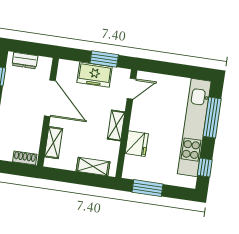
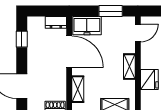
dresser: (25, 61) -> (56, 22), moved
freezer: (95, 75) -> (87, 26), moved

